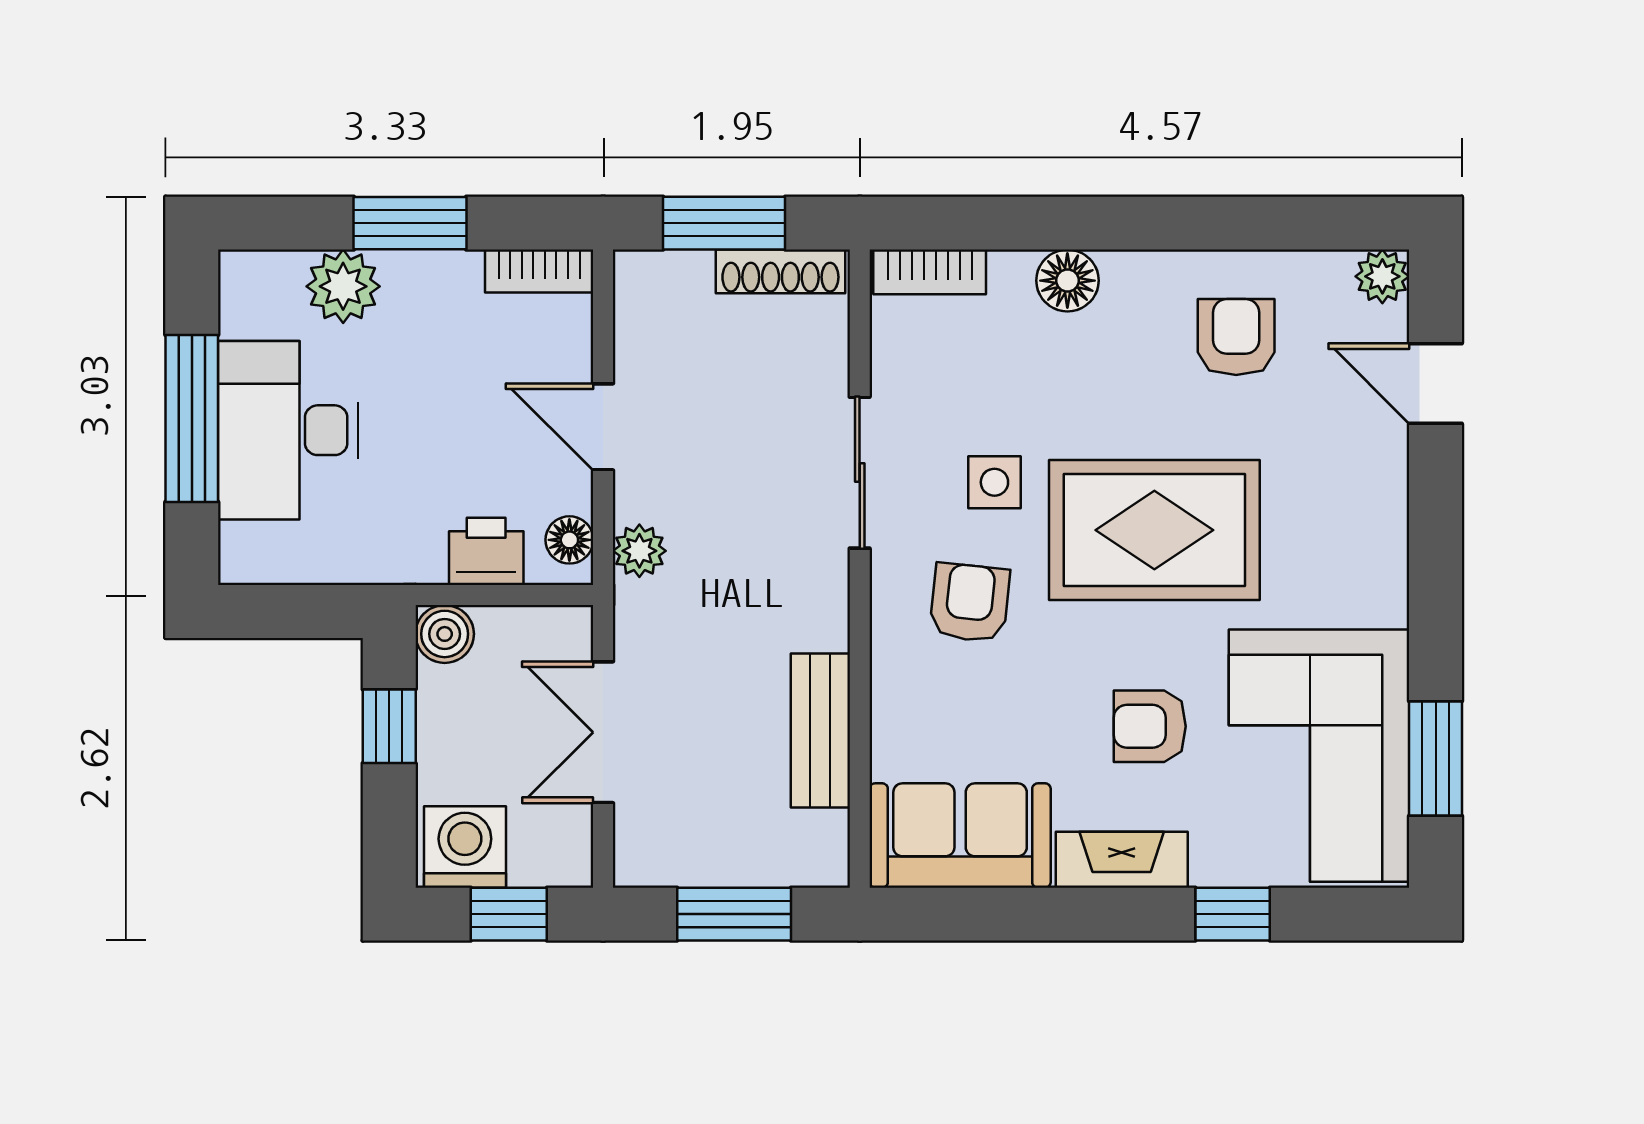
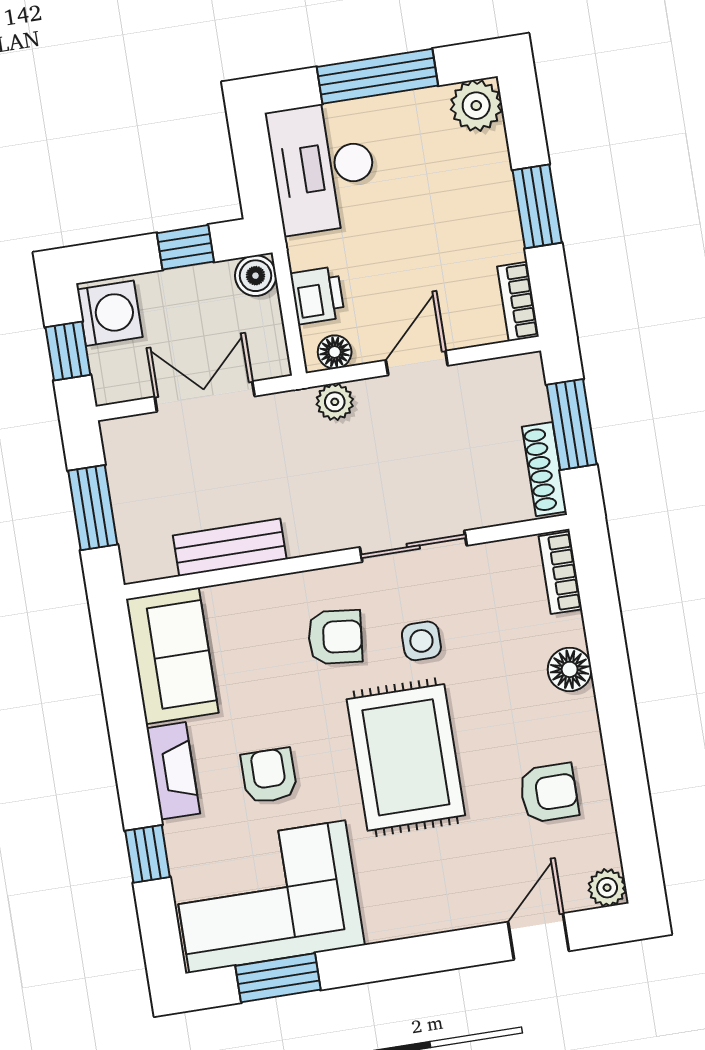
plant: (343, 286) -> (476, 106), moved
desk: (288, 430) -> (323, 167), moved, turned -90

